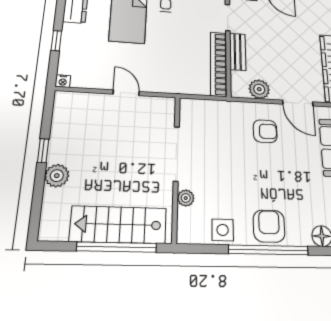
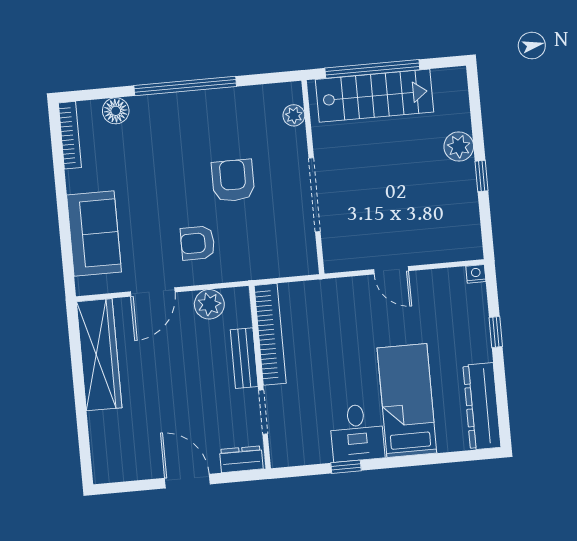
door: (298, 103) -> (153, 292), swing flipped
plant: (186, 198) -> (294, 115), moved
armchair: (269, 226) -> (233, 181), moved, turned 180
side table: (223, 230) -> (245, 104), removed

